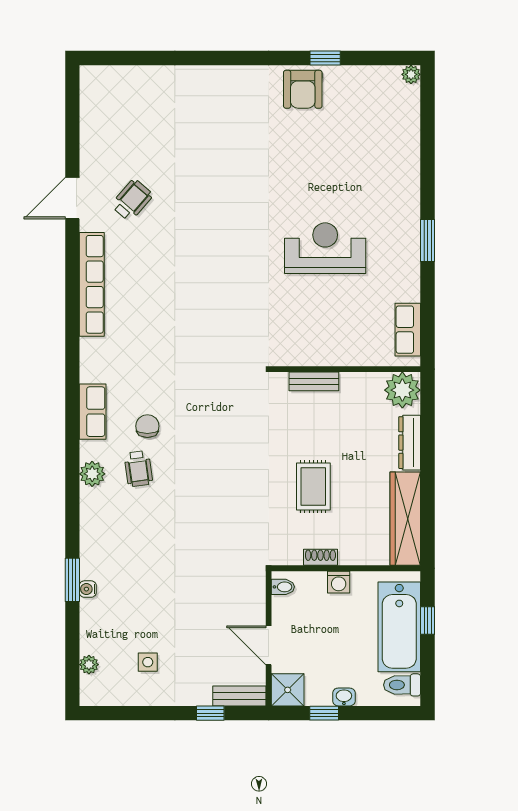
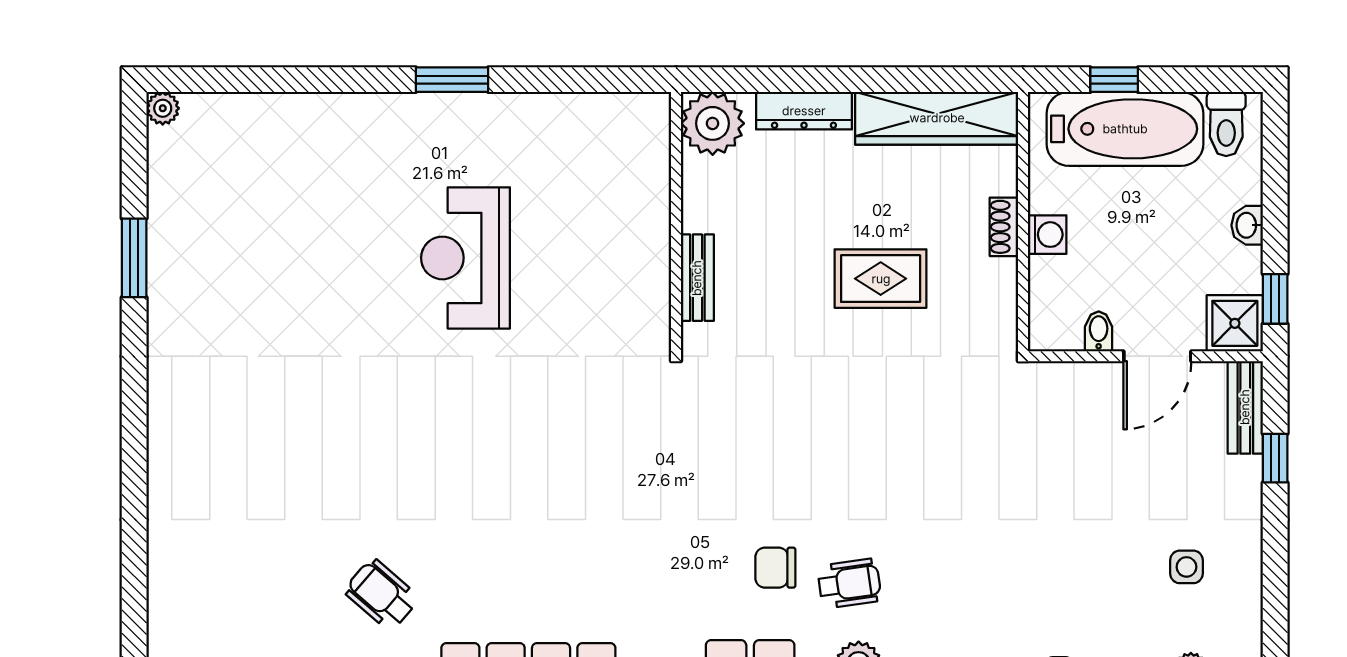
window: (325, 58) -> (134, 258), width x1.50
armchair: (303, 89) -> (188, 297), removed
row of seats: (408, 330) -> (607, 114), removed
shoe rack: (320, 557) -> (1004, 227), moved
bidet: (283, 587) -> (1099, 331), moved
window: (324, 713) -> (1275, 299), moved

